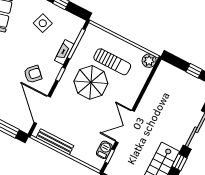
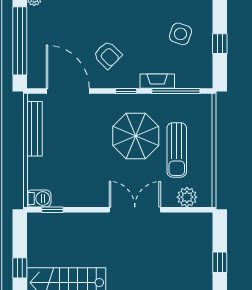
plant: (149, 61) -> (187, 197), moved
door: (42, 110) -> (68, 91), hinge flipped
double door: (125, 126) -> (135, 210), moved
barbecue: (104, 150) -> (39, 198), moved

